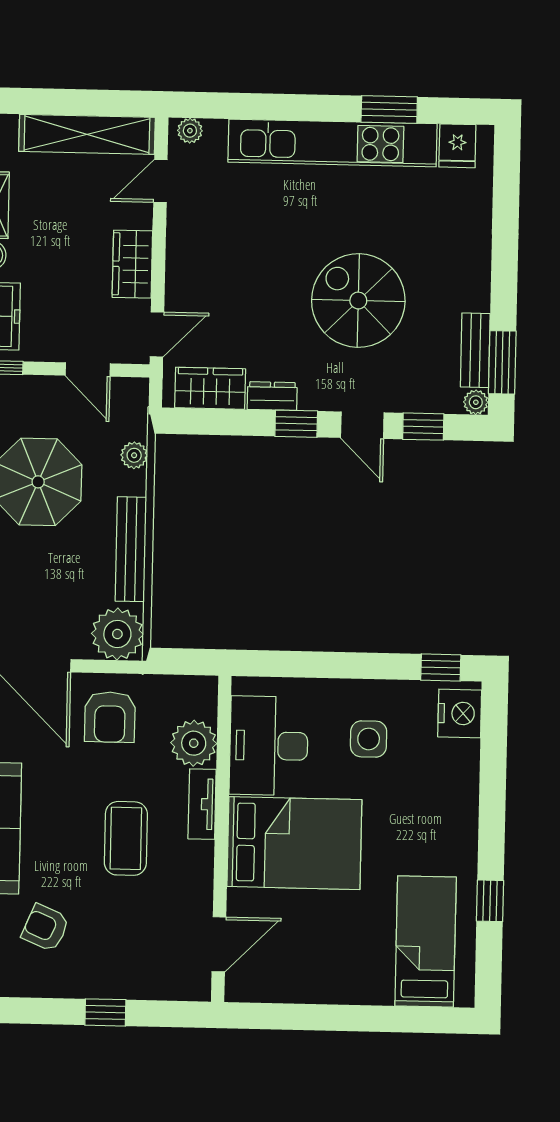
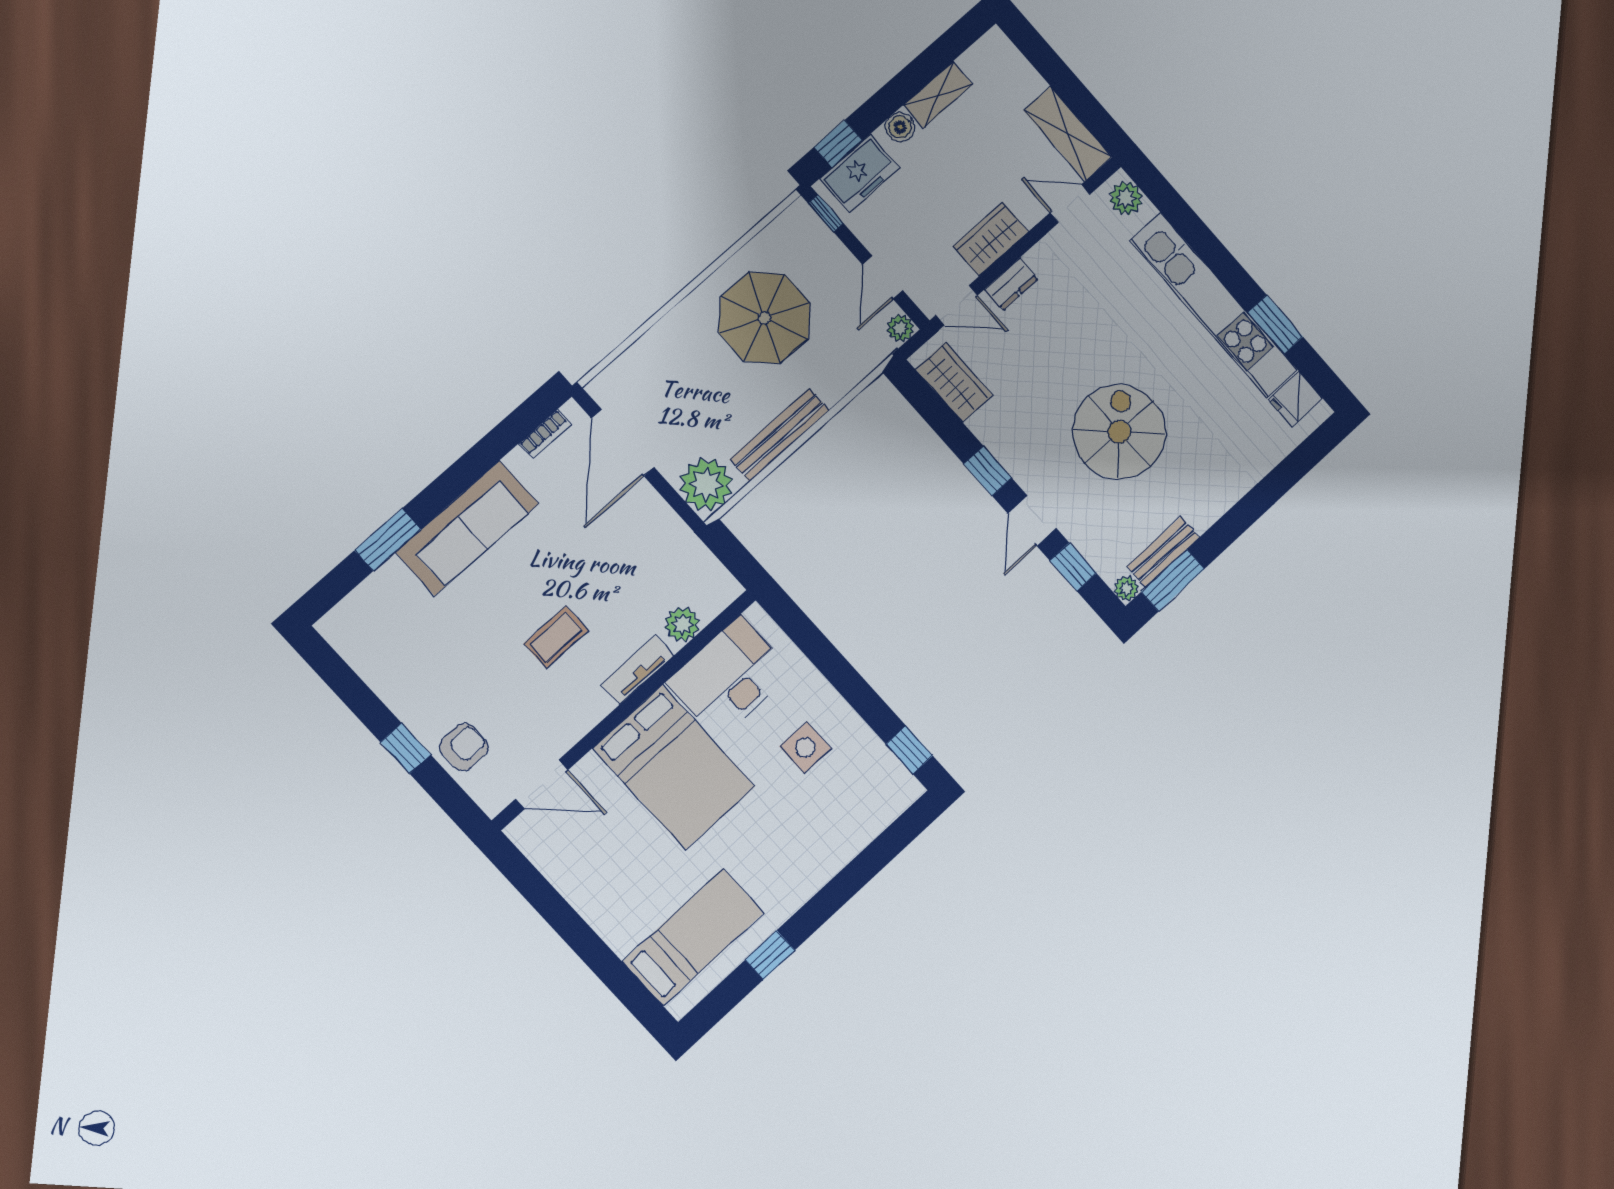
plant: (190, 131) -> (1126, 198), width x1.38, depth x1.38
shelving: (87, 134) -> (1068, 134), width x0.68
dresser: (272, 396) -> (1011, 284), moved, turned 90
plant: (134, 455) -> (900, 328), moved
nightstand: (460, 713) -> (889, 797), removed
armchair: (110, 717) -> (638, 538), removed
plant: (194, 743) -> (682, 624), width x0.73, depth x0.73
coffee table: (126, 838) -> (556, 637), width x0.73, depth x0.77
armchair: (45, 928) -> (464, 747), moved, turned 67

